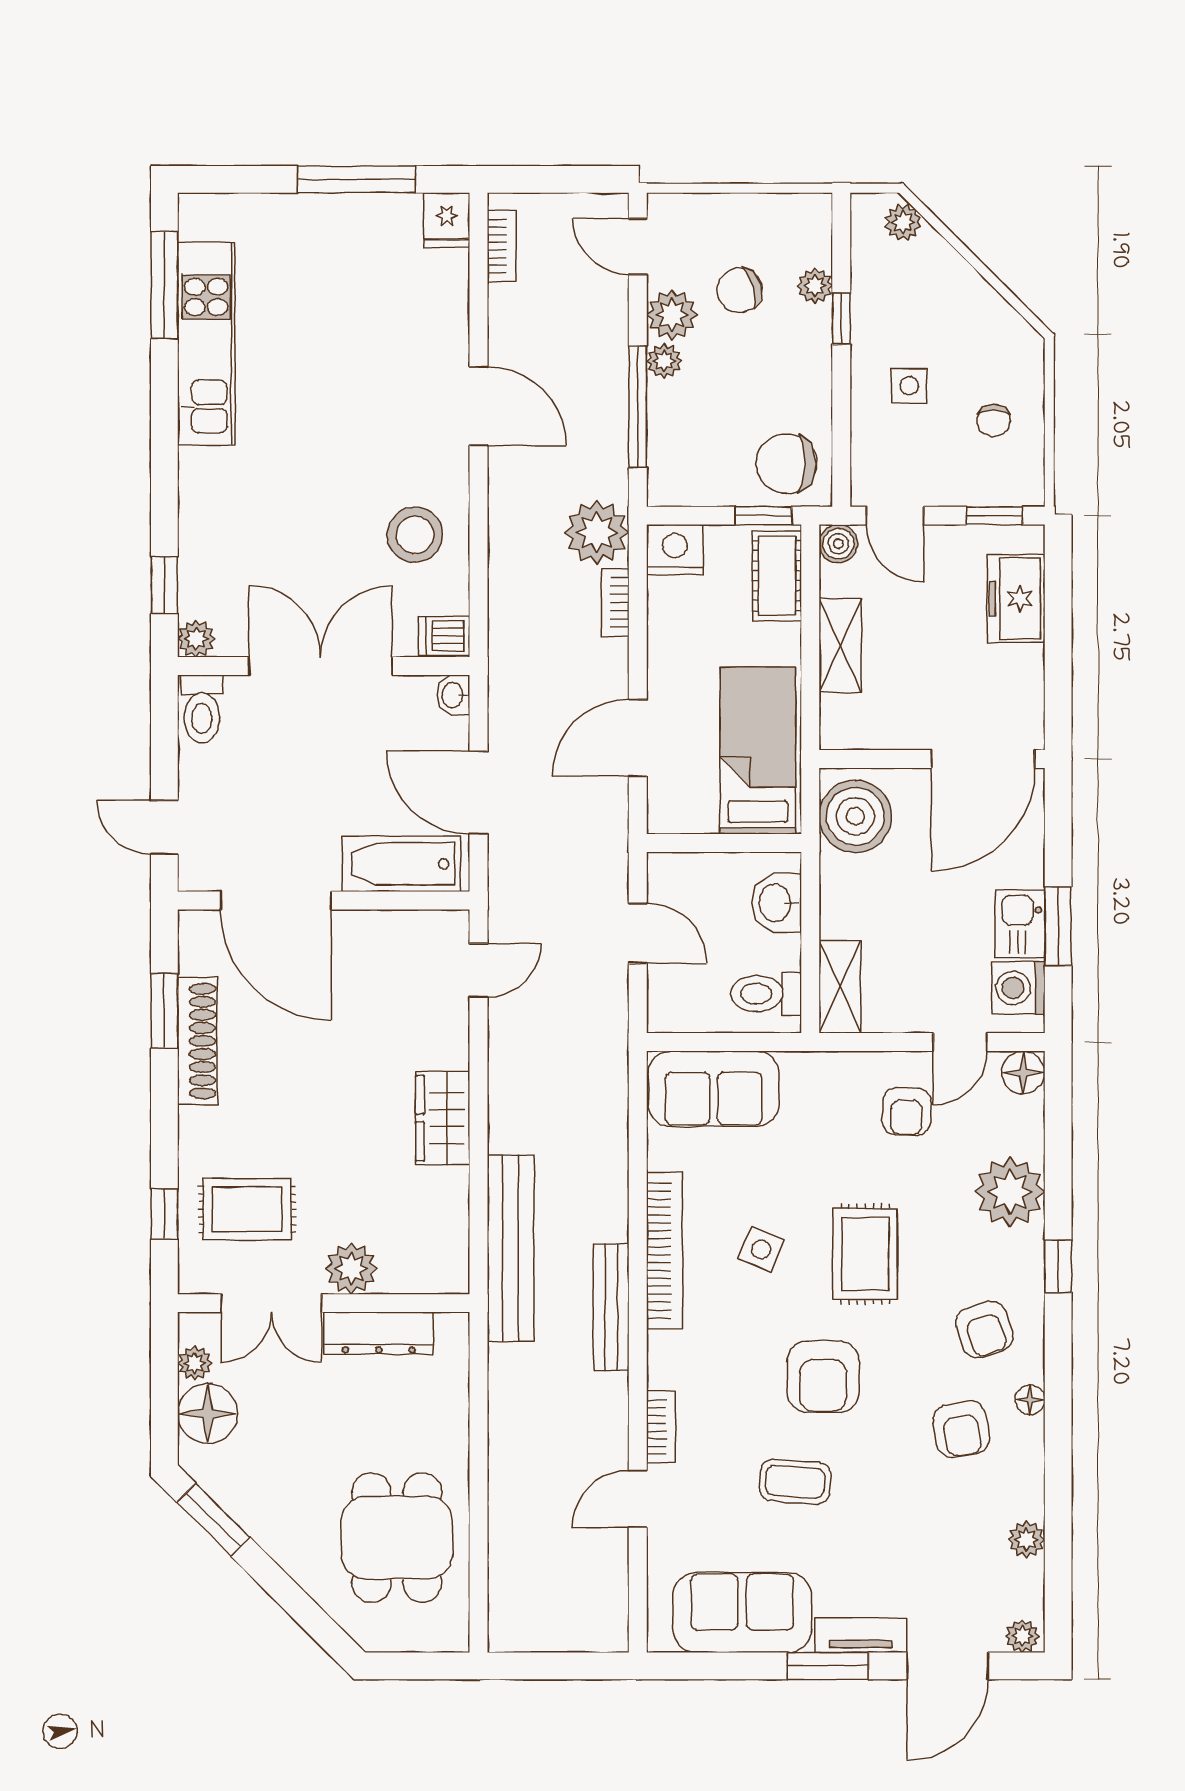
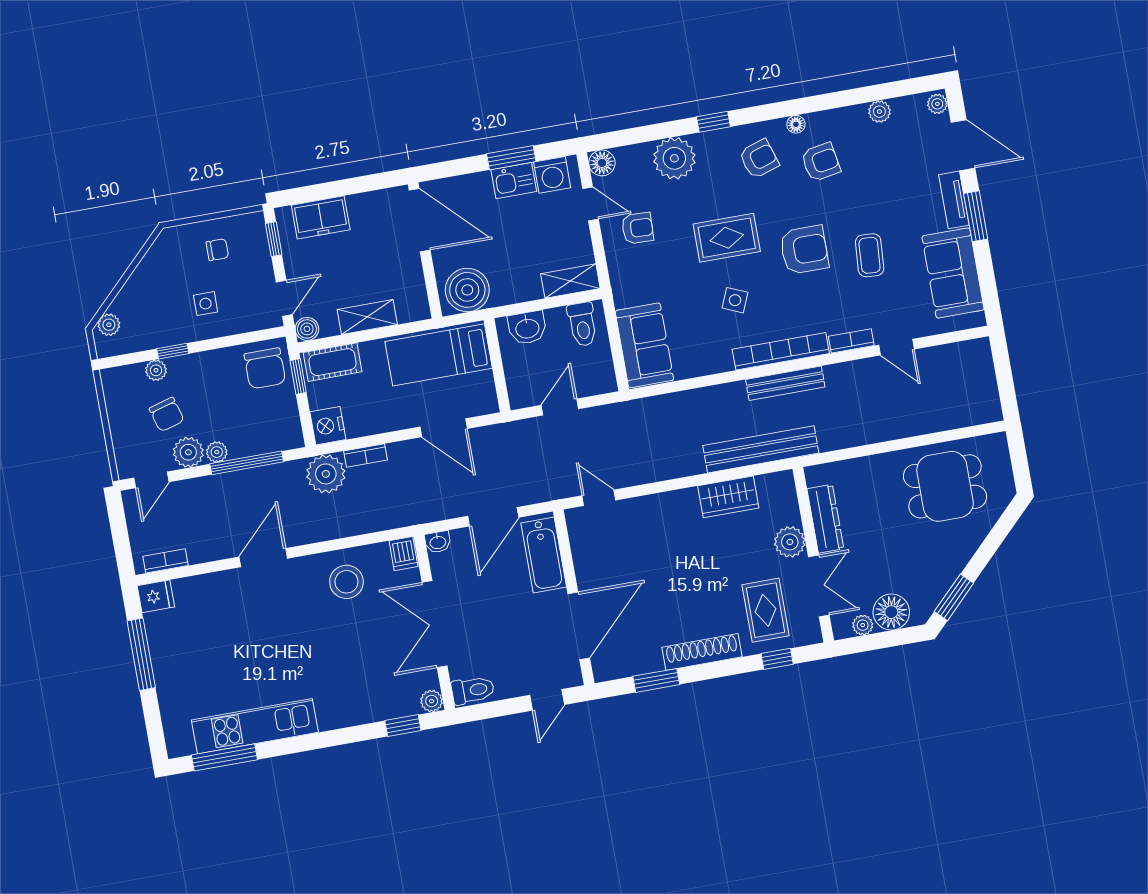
shoe rack: (197, 1041) -> (702, 652), moved
wardrobe: (443, 1118) -> (728, 497), moved
bookcase: (664, 1251) -> (781, 351), moved

